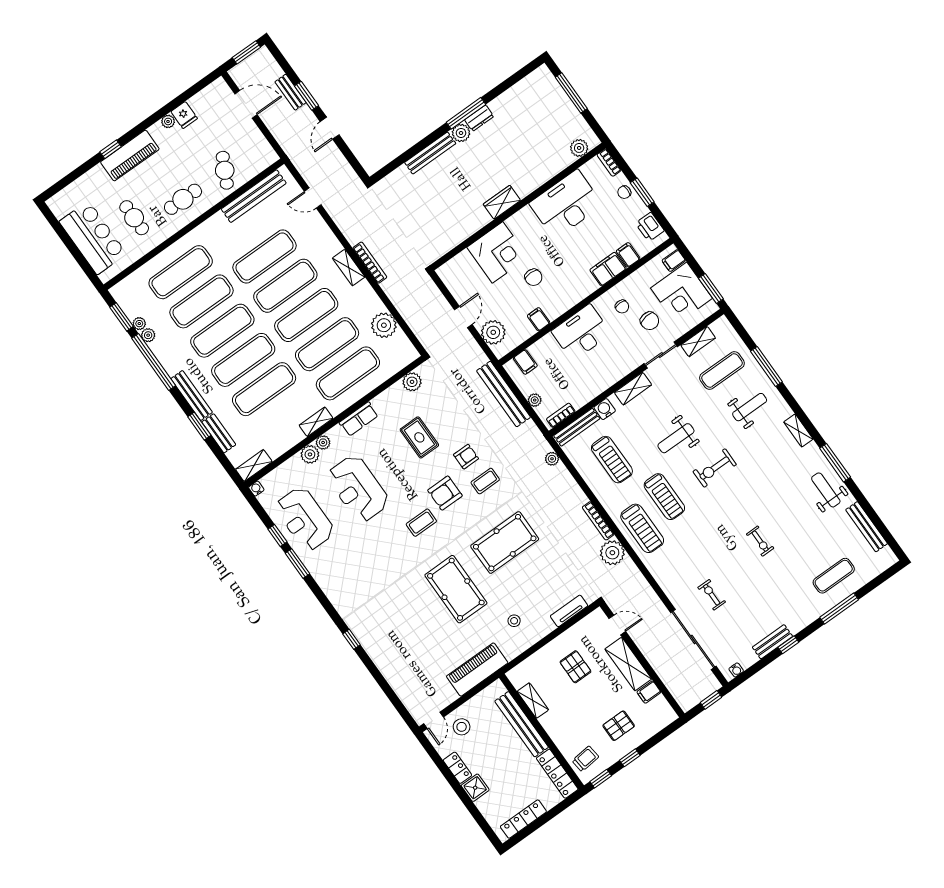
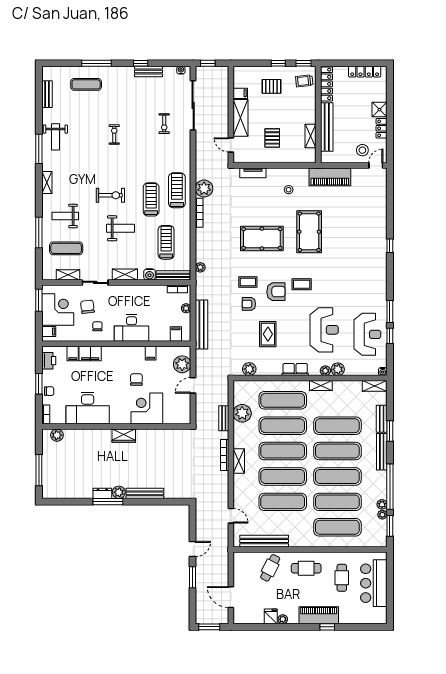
bench: (291, 92) -> (224, 418), moved
bench: (867, 527) -> (47, 94), width x0.73

